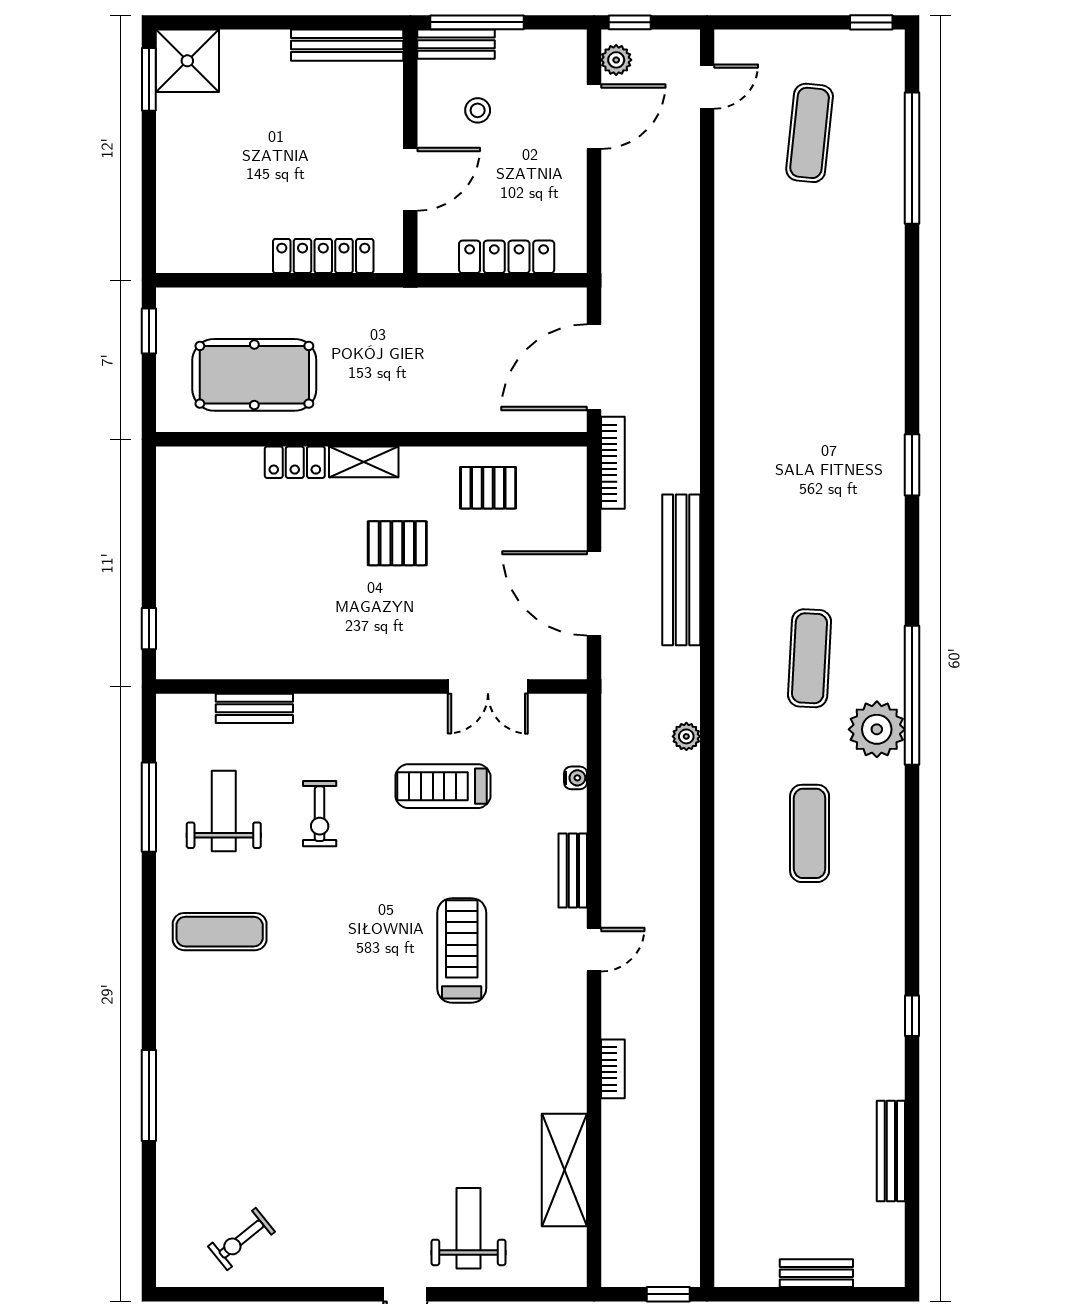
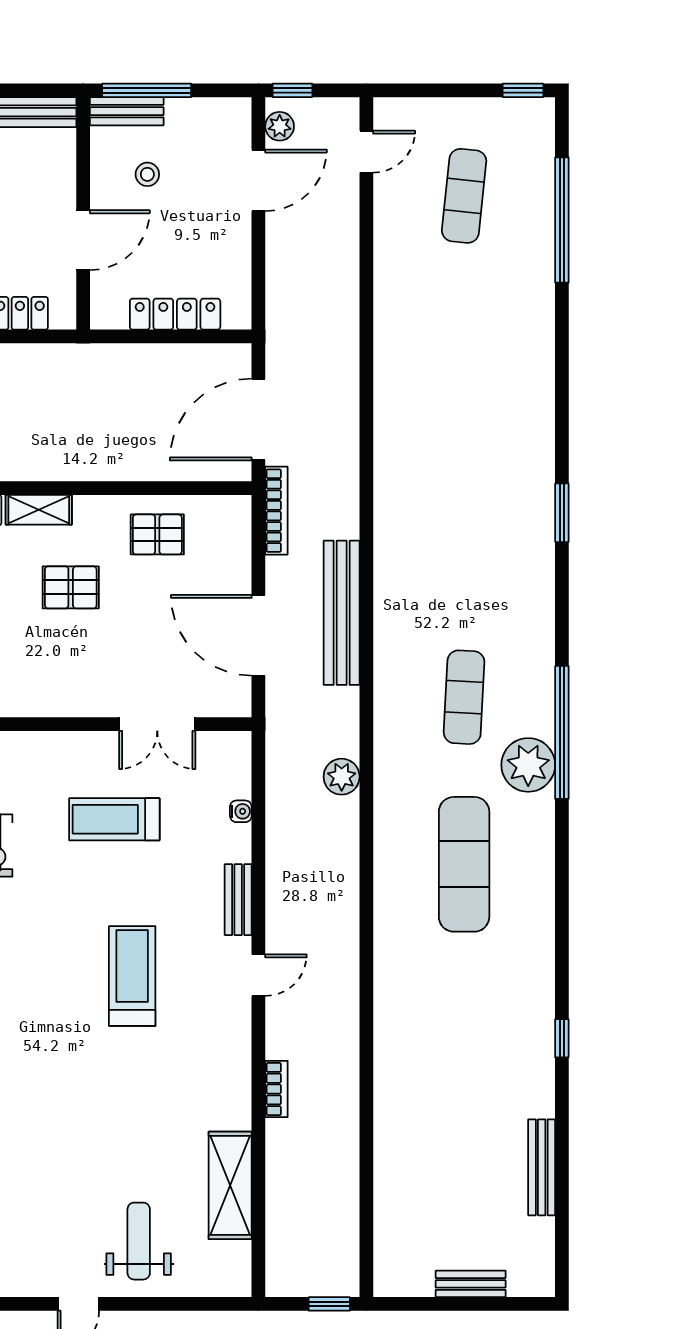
plant: (686, 736) -> (342, 777), width x1.38, depth x1.38
exercise mat: (810, 833) -> (464, 864), width x1.36, depth x1.45

